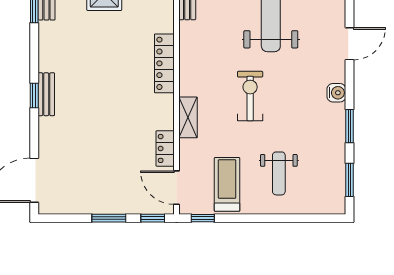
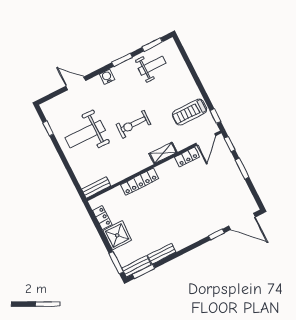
bench: (46, 94) -> (162, 254), moved
window: (34, 95) -> (216, 234), moved
weight bench: (279, 173) -> (152, 66), moved

